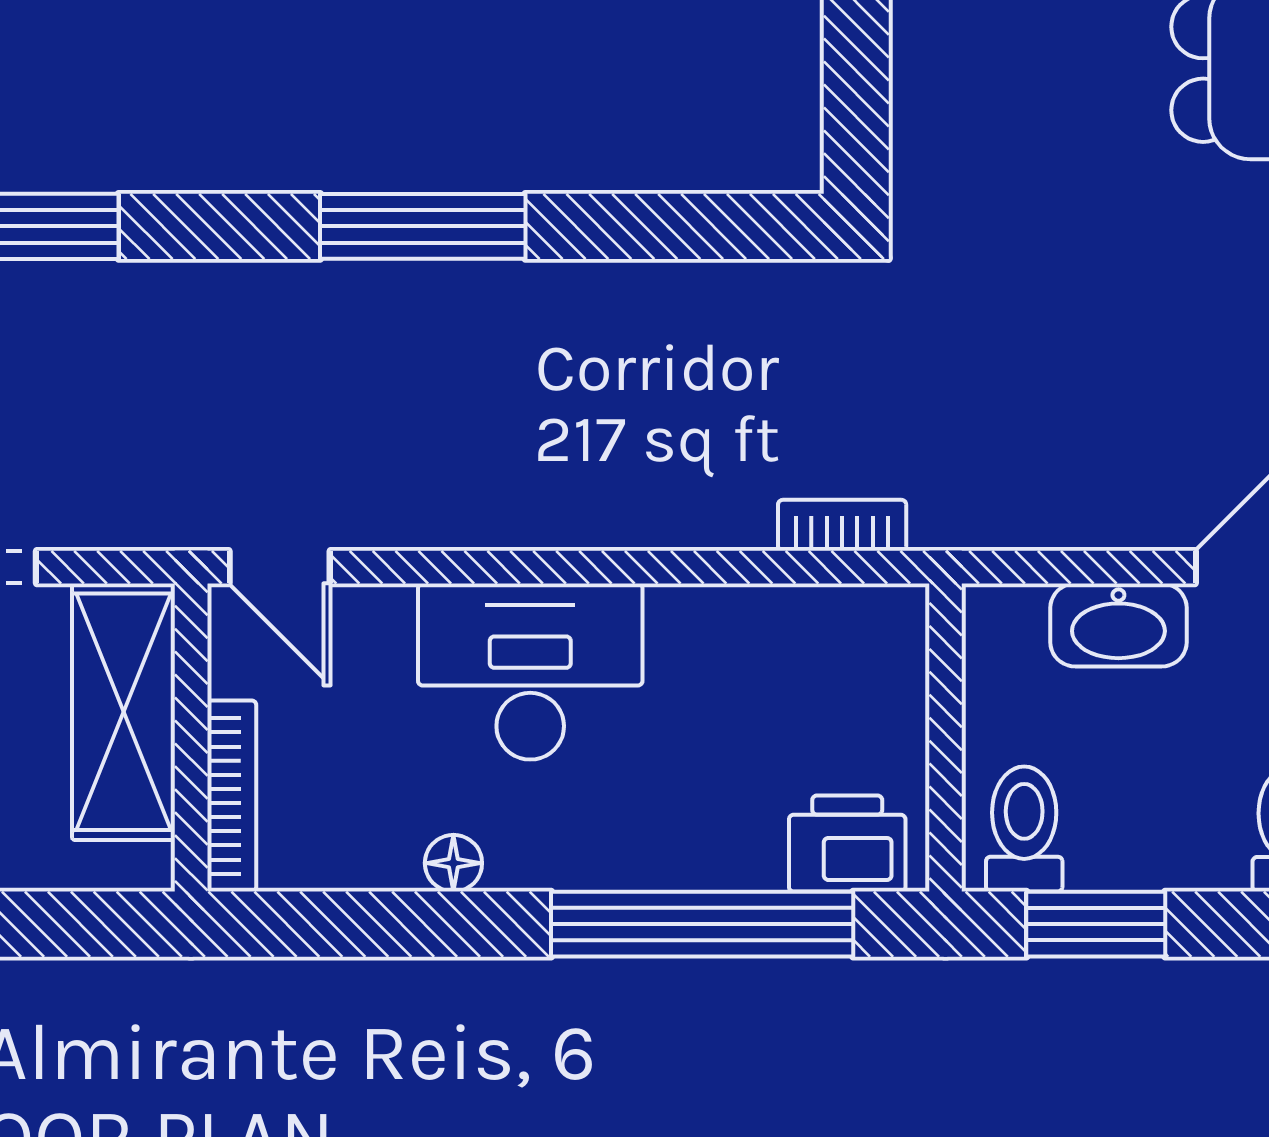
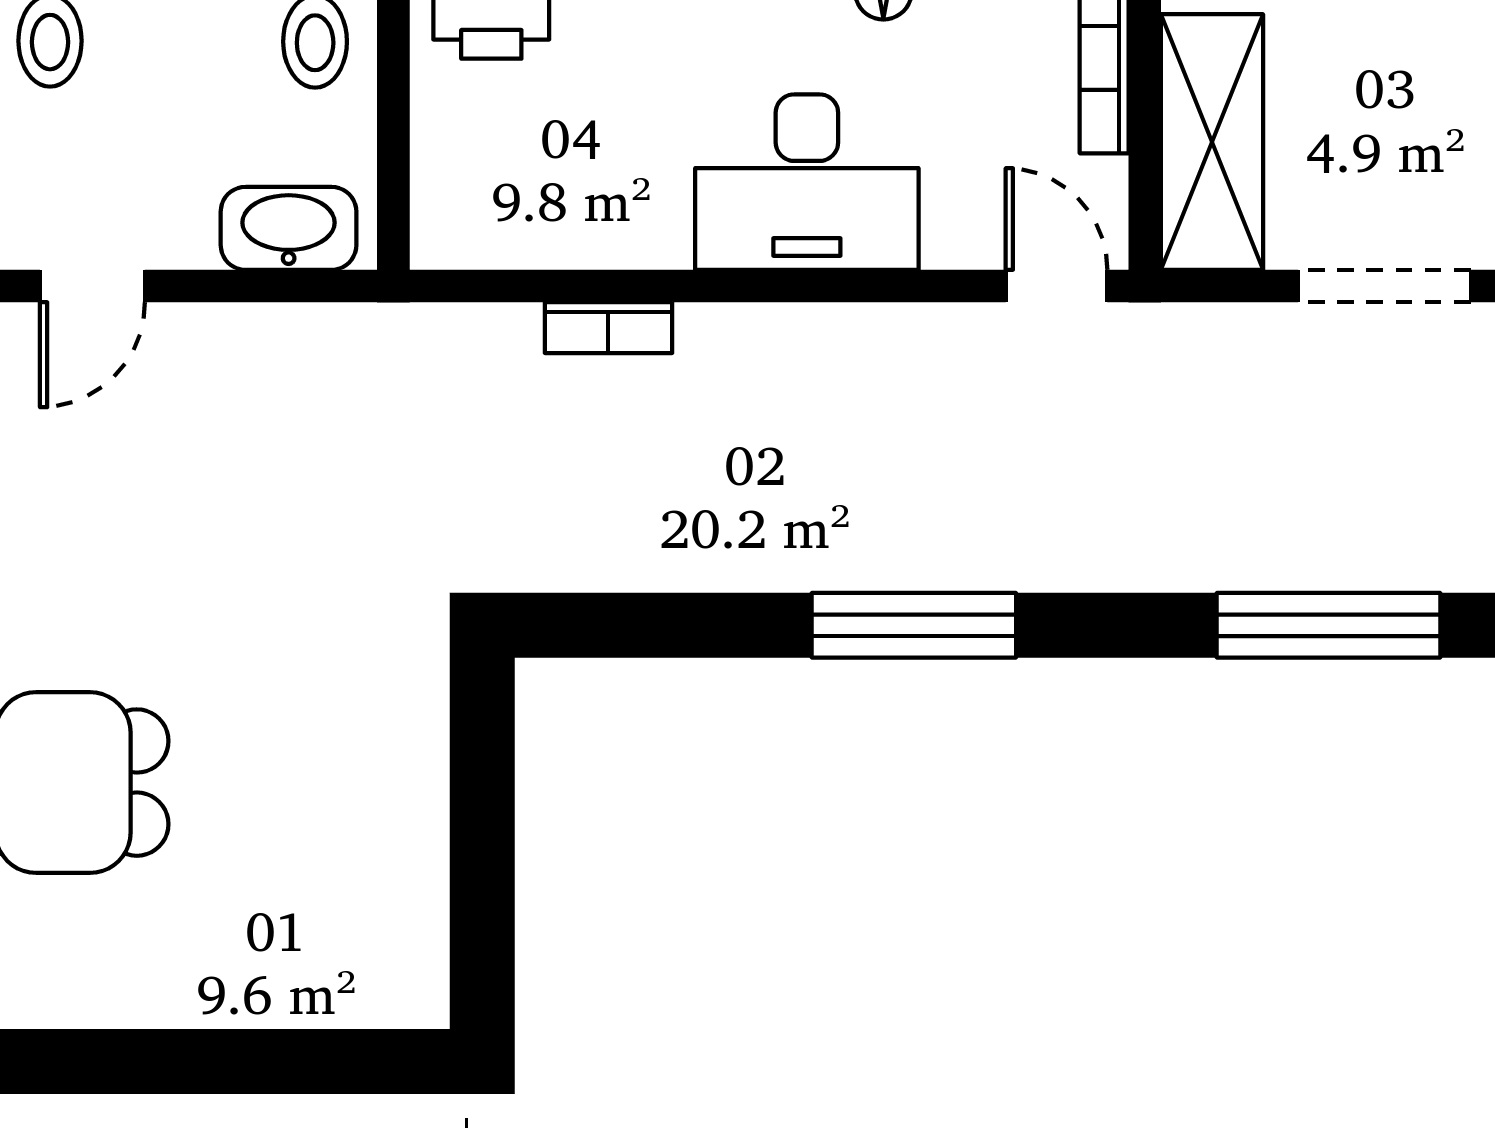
bookcase: (842, 525) -> (608, 328), moved
washbasin: (1118, 625) -> (289, 228), moved

